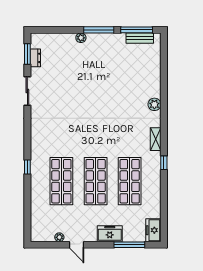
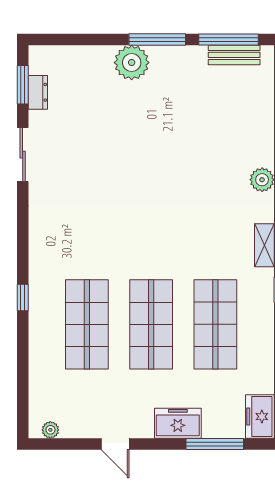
plant: (81, 38) -> (132, 63), width x1.87, depth x1.87
plant: (59, 237) -> (50, 430), moved

